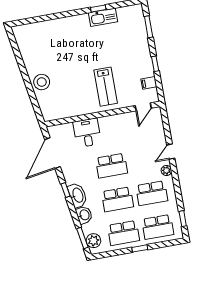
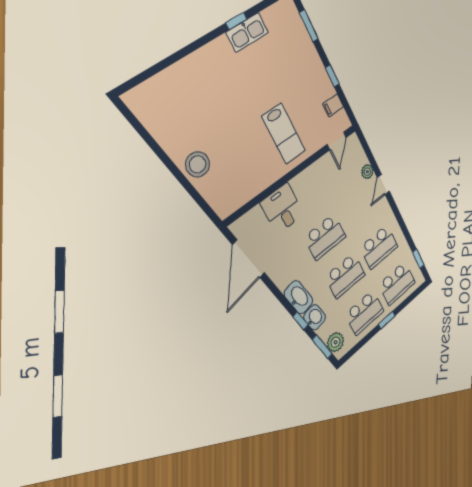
plant: (166, 170) -> (367, 172), moved
window: (65, 190) -> (300, 321), moved

